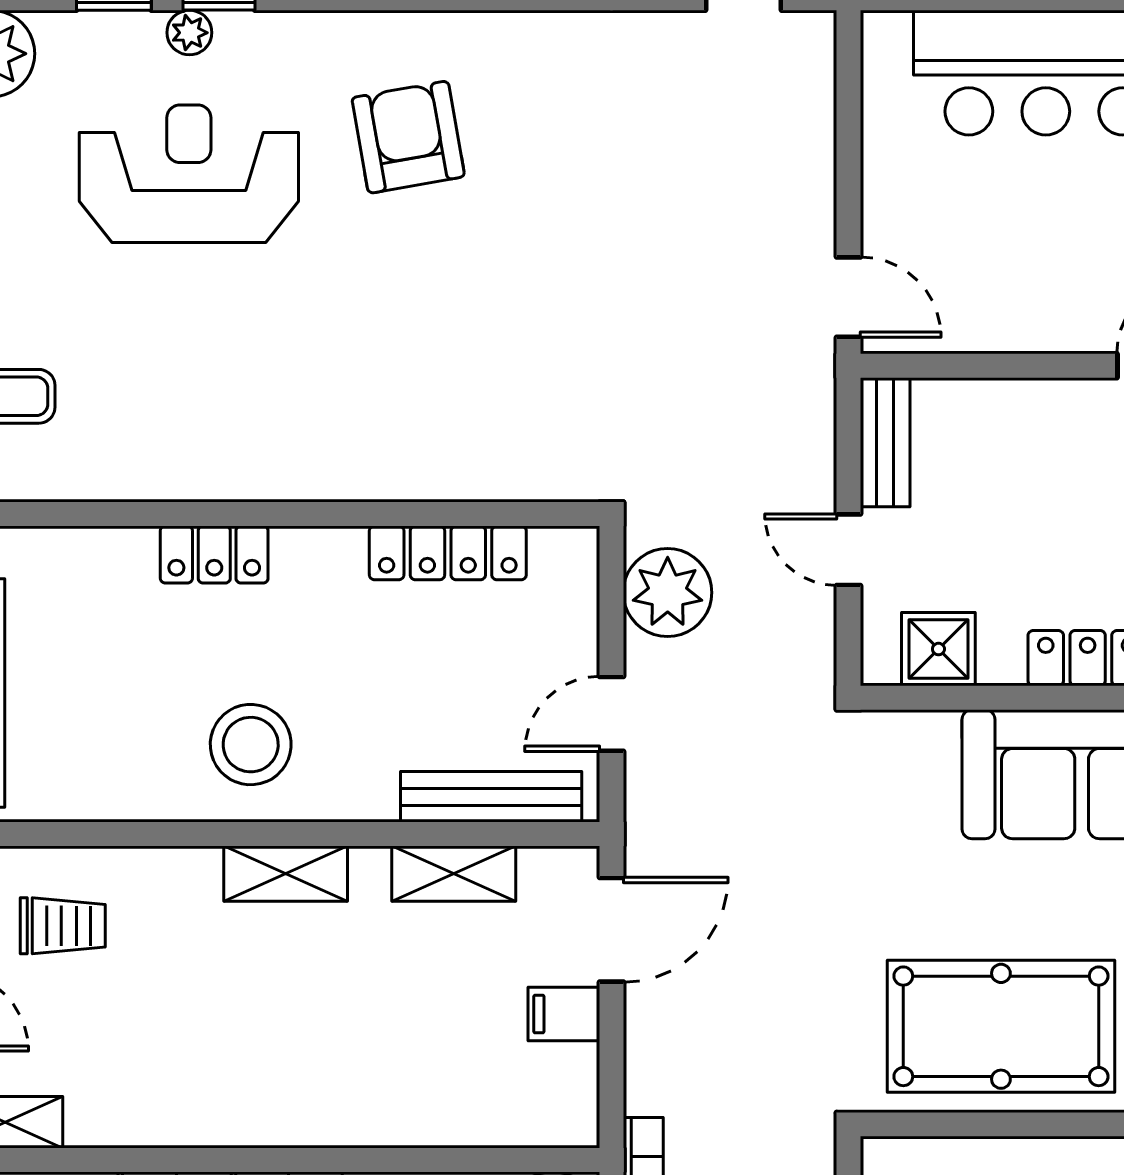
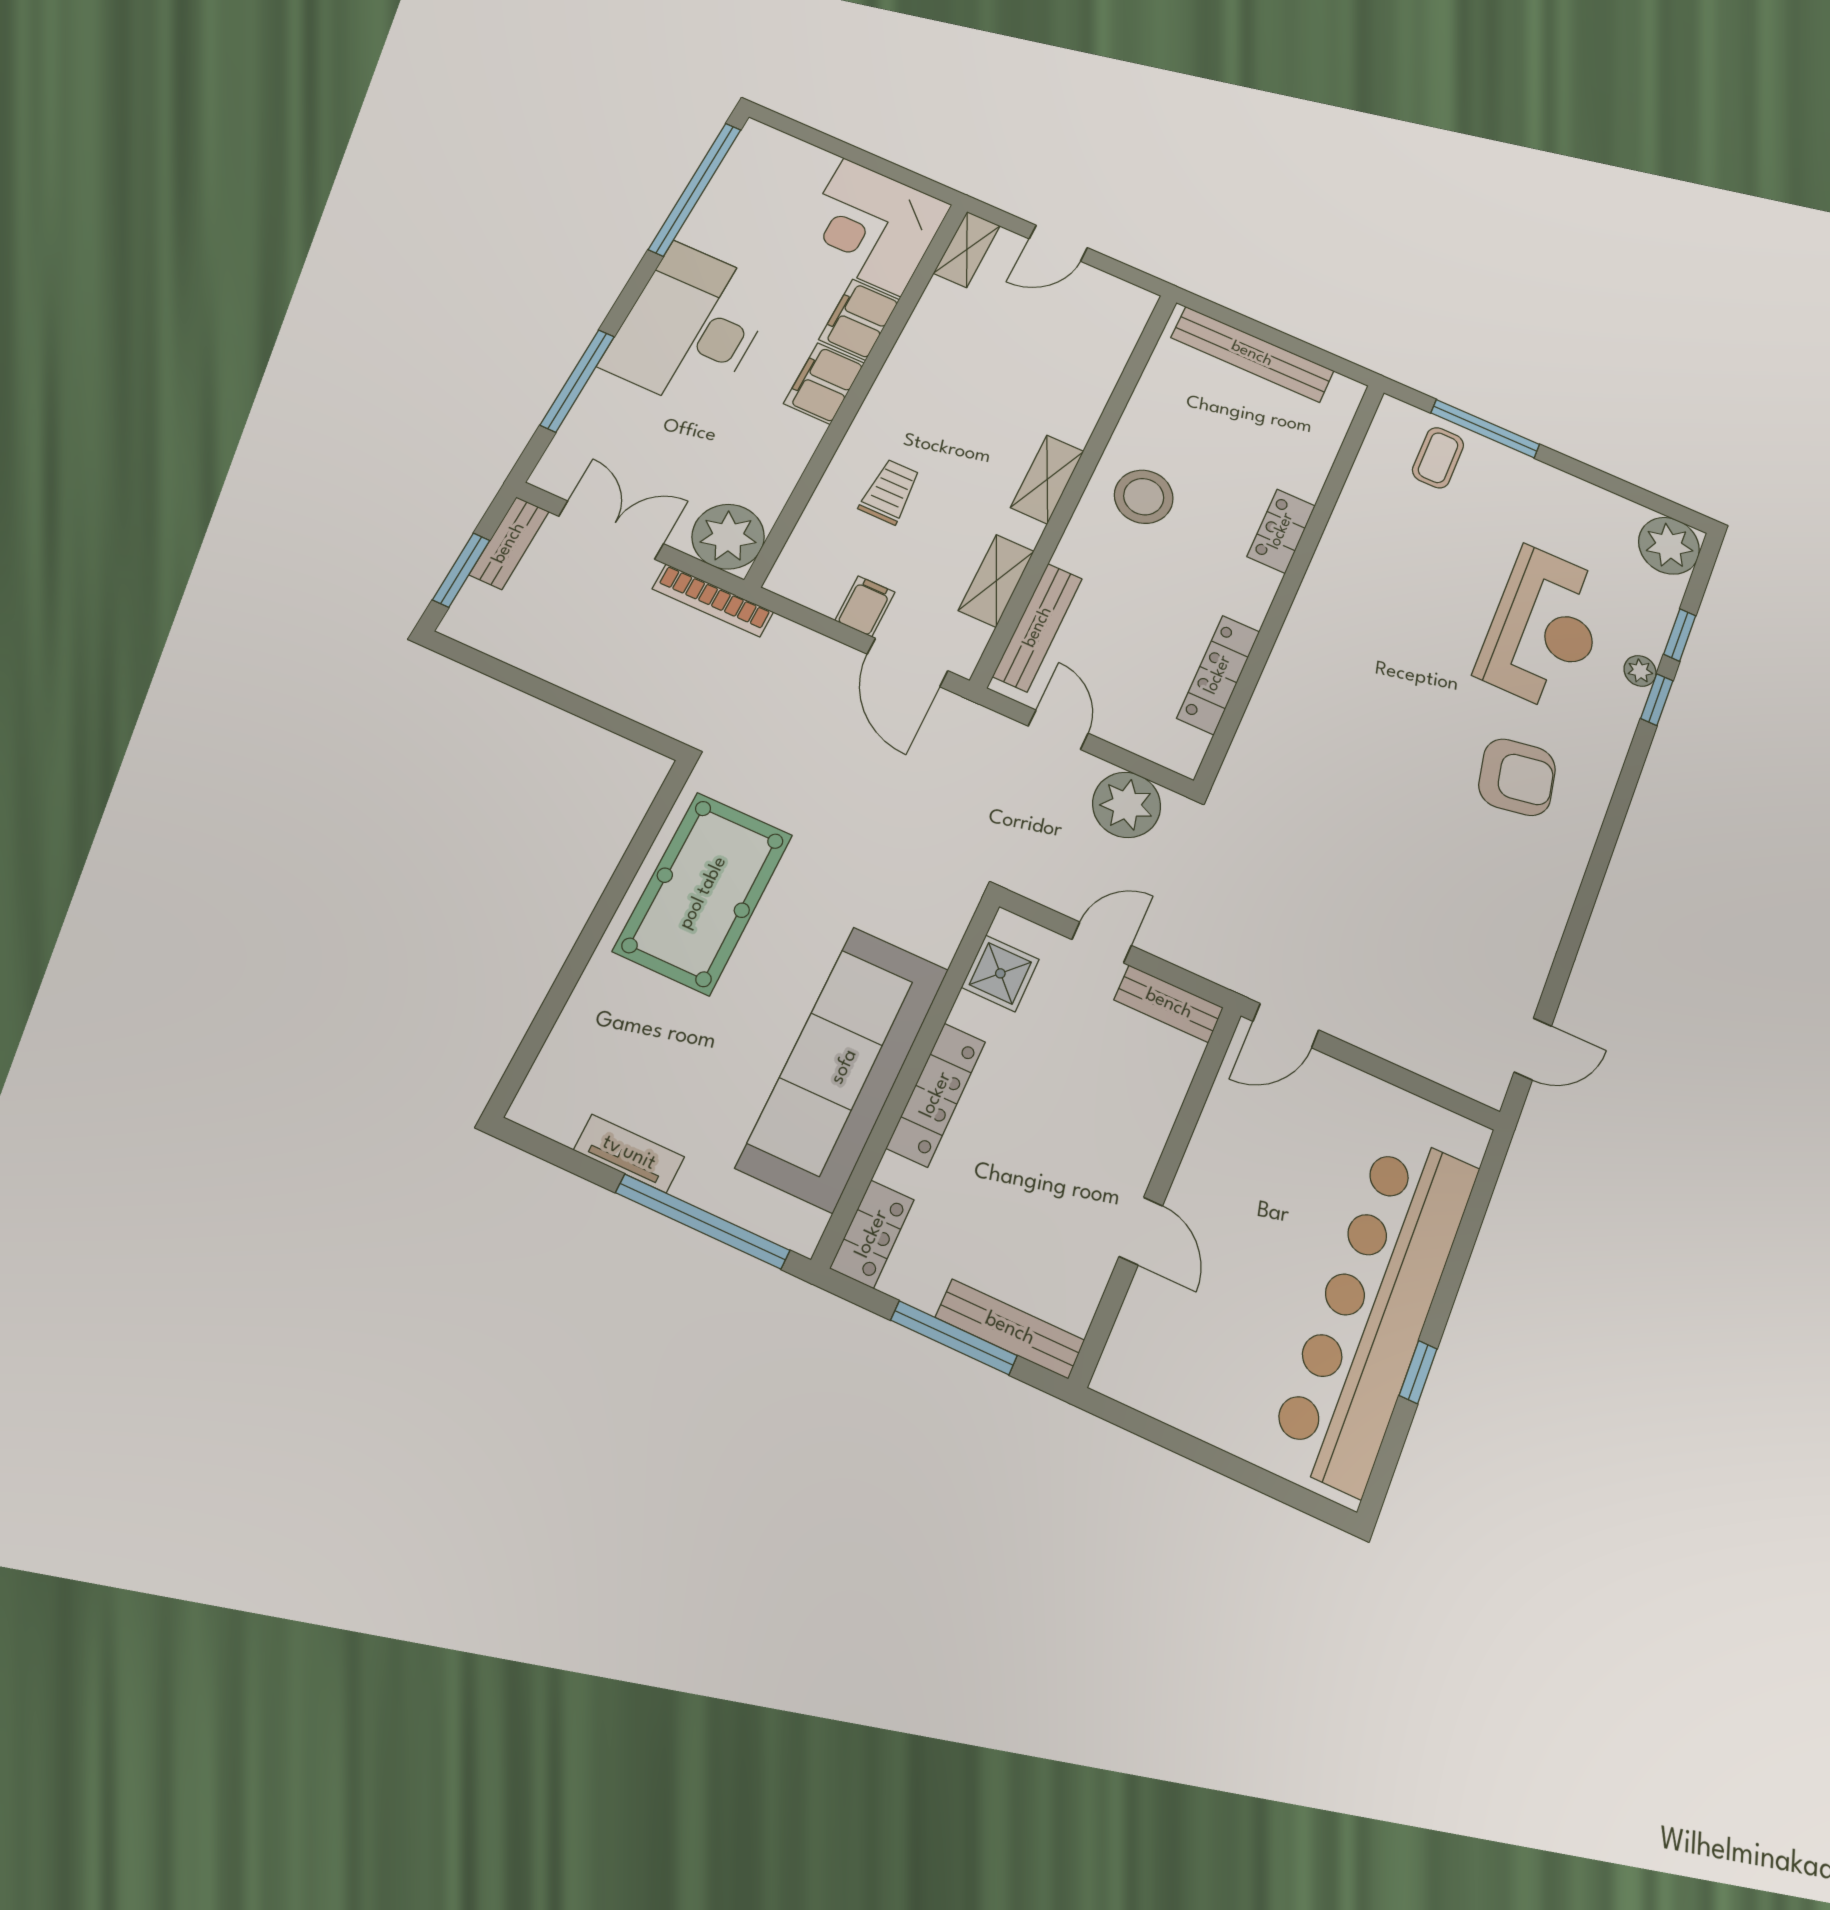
trolley: (63, 926) -> (890, 492), moved, turned 180

